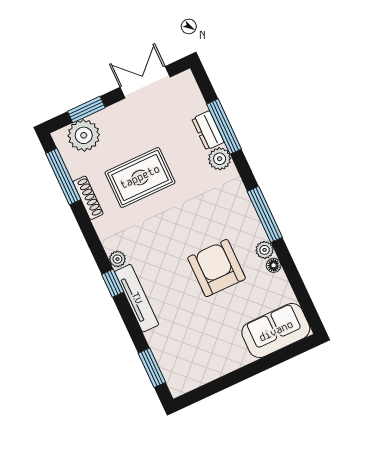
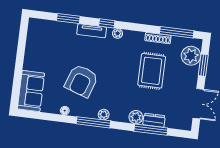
plant: (265, 250) -> (104, 115), moved
armchair: (217, 268) -> (81, 81), turned 109
tv unit: (137, 298) -> (92, 31), width x0.71
window: (152, 368) -> (68, 19), moved

